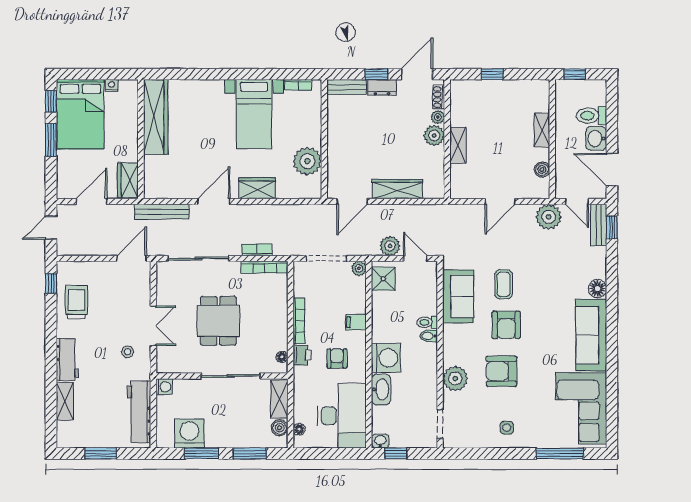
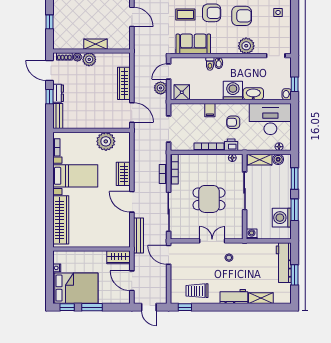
wardrobe: (156, 117) -> (61, 220), moved, turned 90
plant: (359, 268) -> (175, 108), removed
armchair: (501, 371) -> (242, 16), turned -90
workbench: (139, 412) -> (284, 263), moved, turned 90

